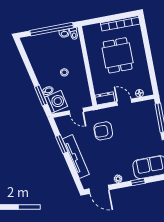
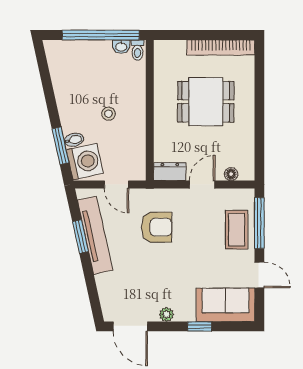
dining table: (118, 55) -> (206, 102), turned 90
door: (124, 102) -> (202, 185), hinge flipped
coffee table: (148, 124) -> (237, 230), added
armchair: (103, 131) -> (157, 227), turned 180
tv unit: (76, 157) -> (95, 235), moved

